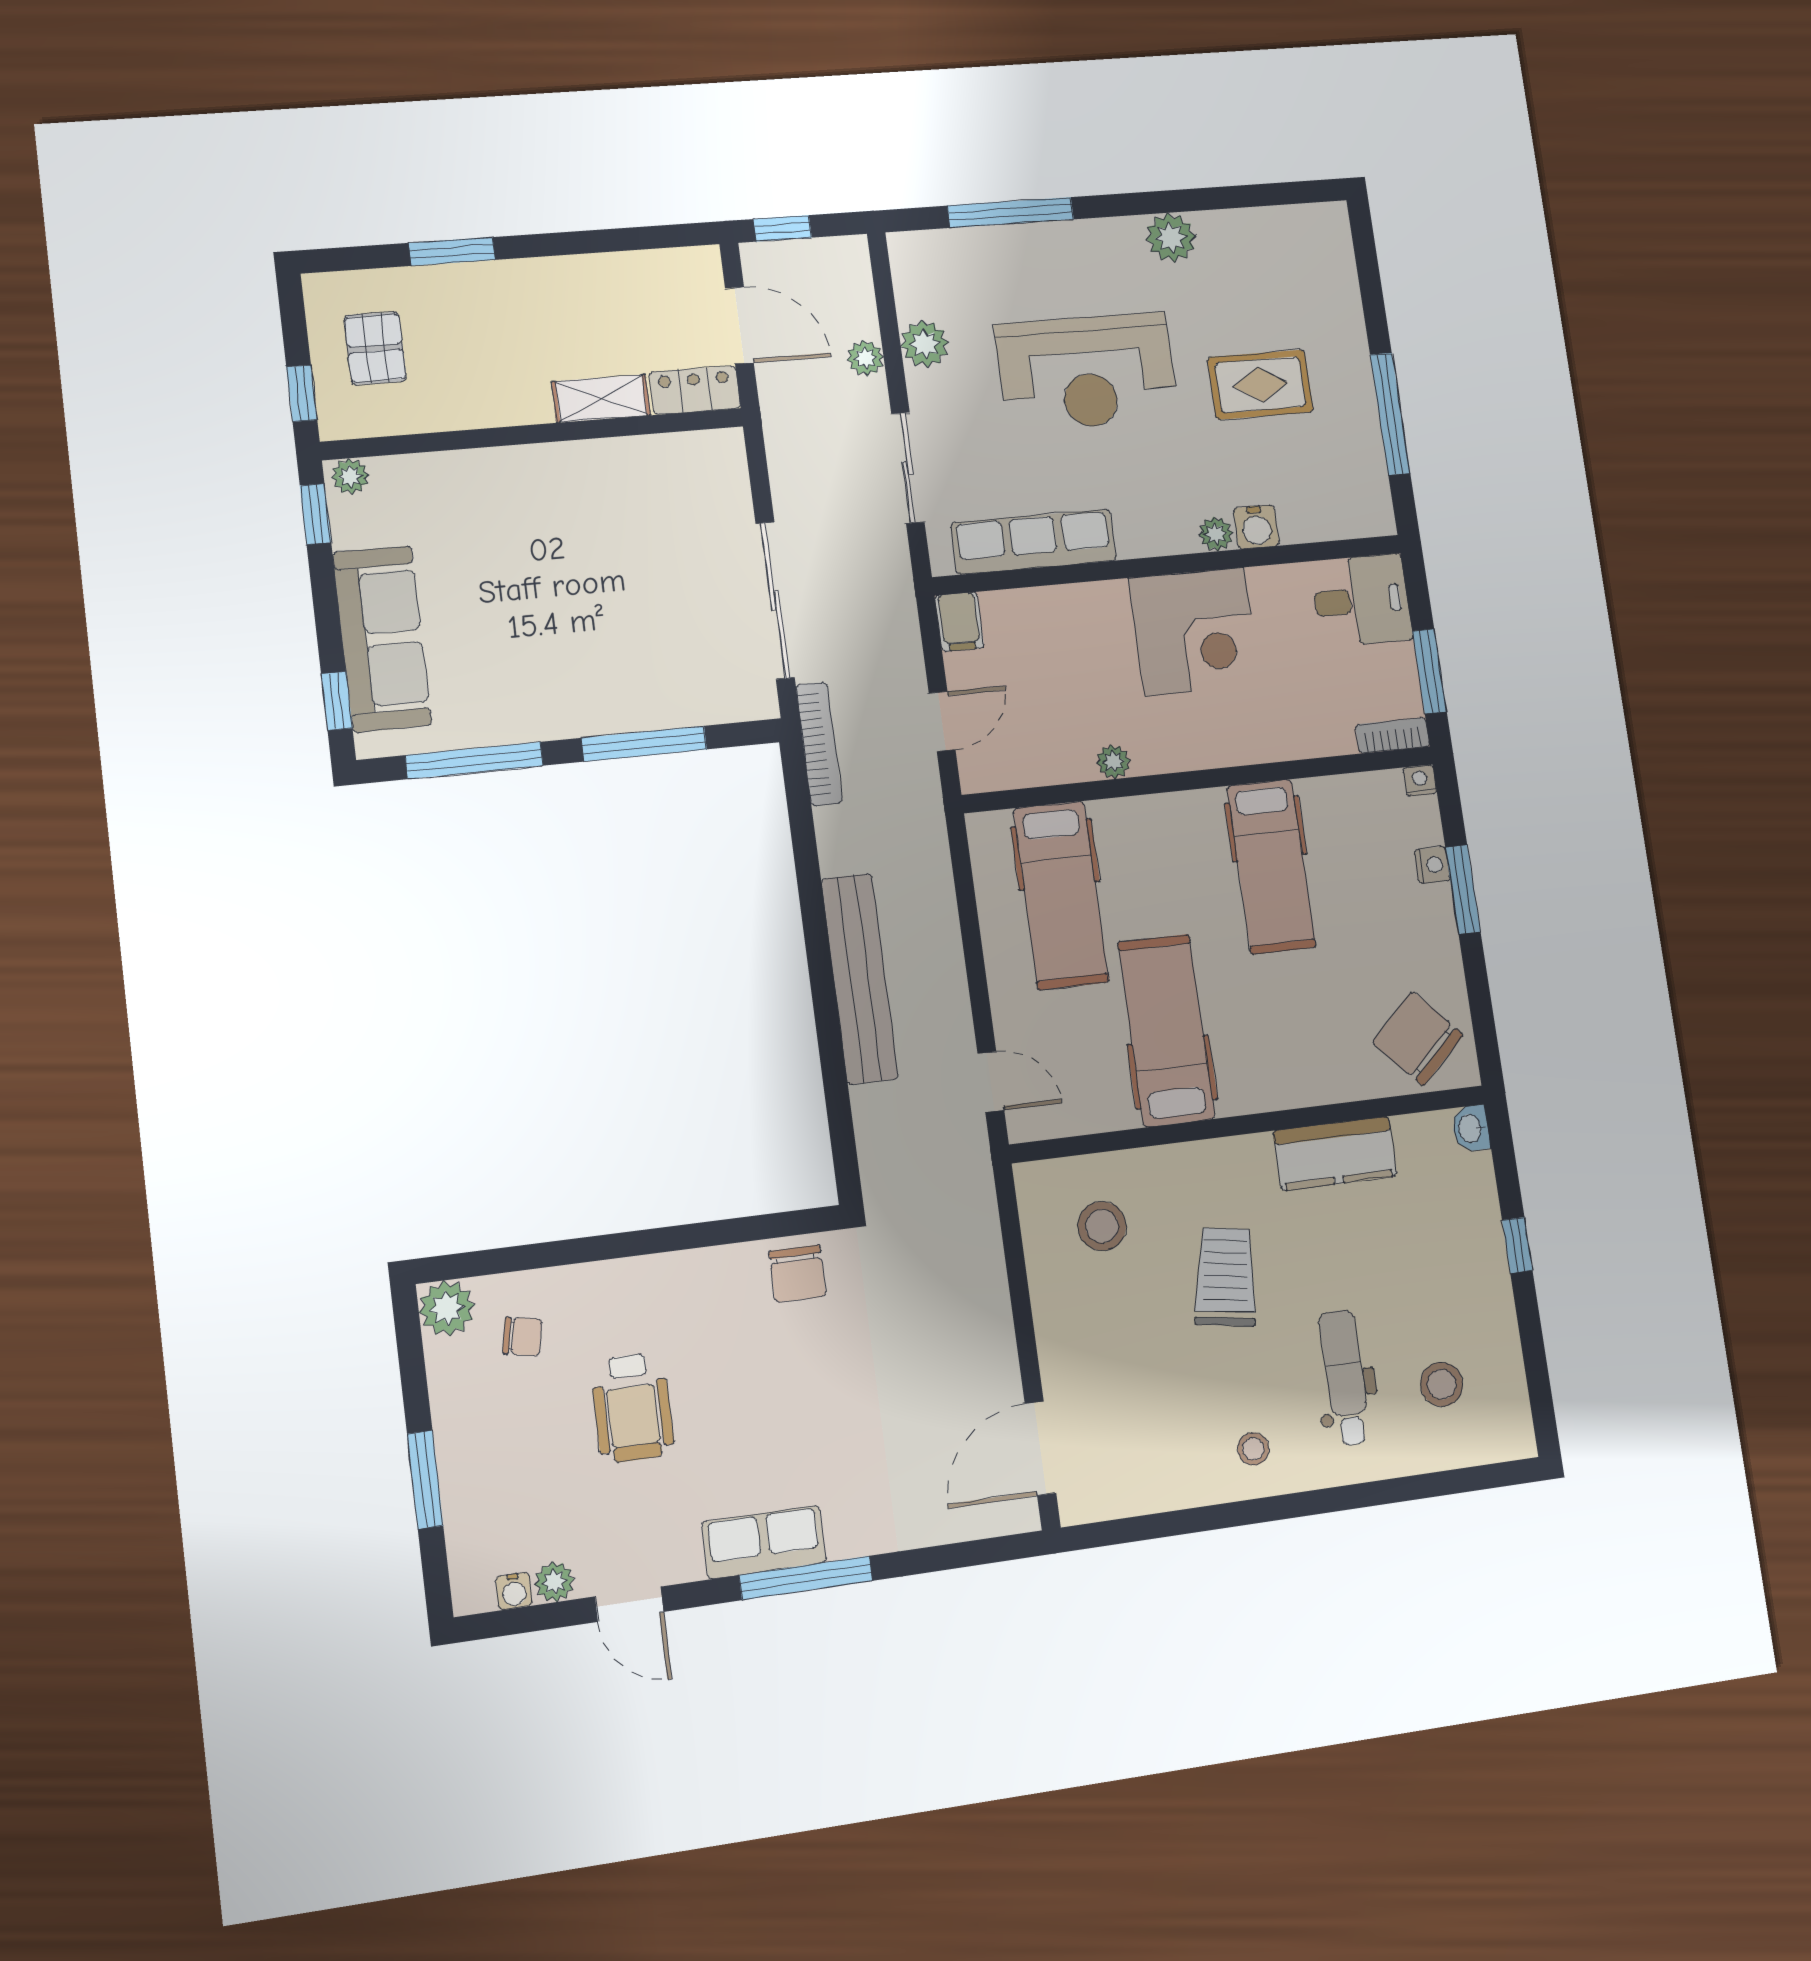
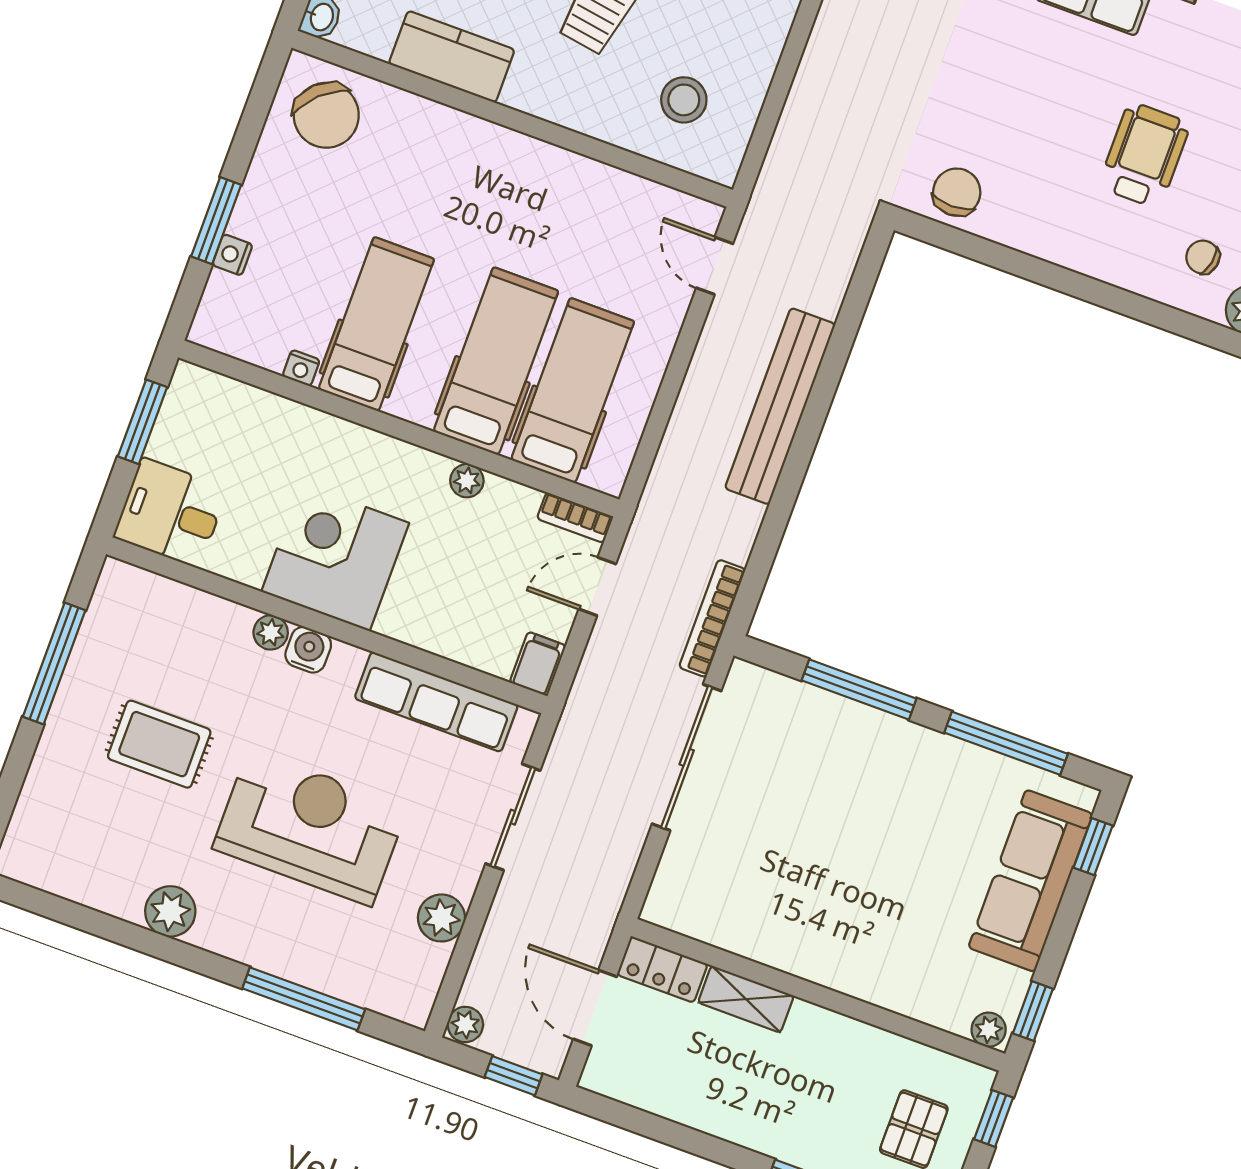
plant: (865, 358) -> (465, 1024), moved
water cooler: (1256, 527) -> (308, 650), moved
bookcase: (1393, 735) -> (575, 518), moved
nightstand: (1420, 781) -> (301, 368), moved
hospital bed: (1166, 1030) -> (496, 361), moved, turned 180

